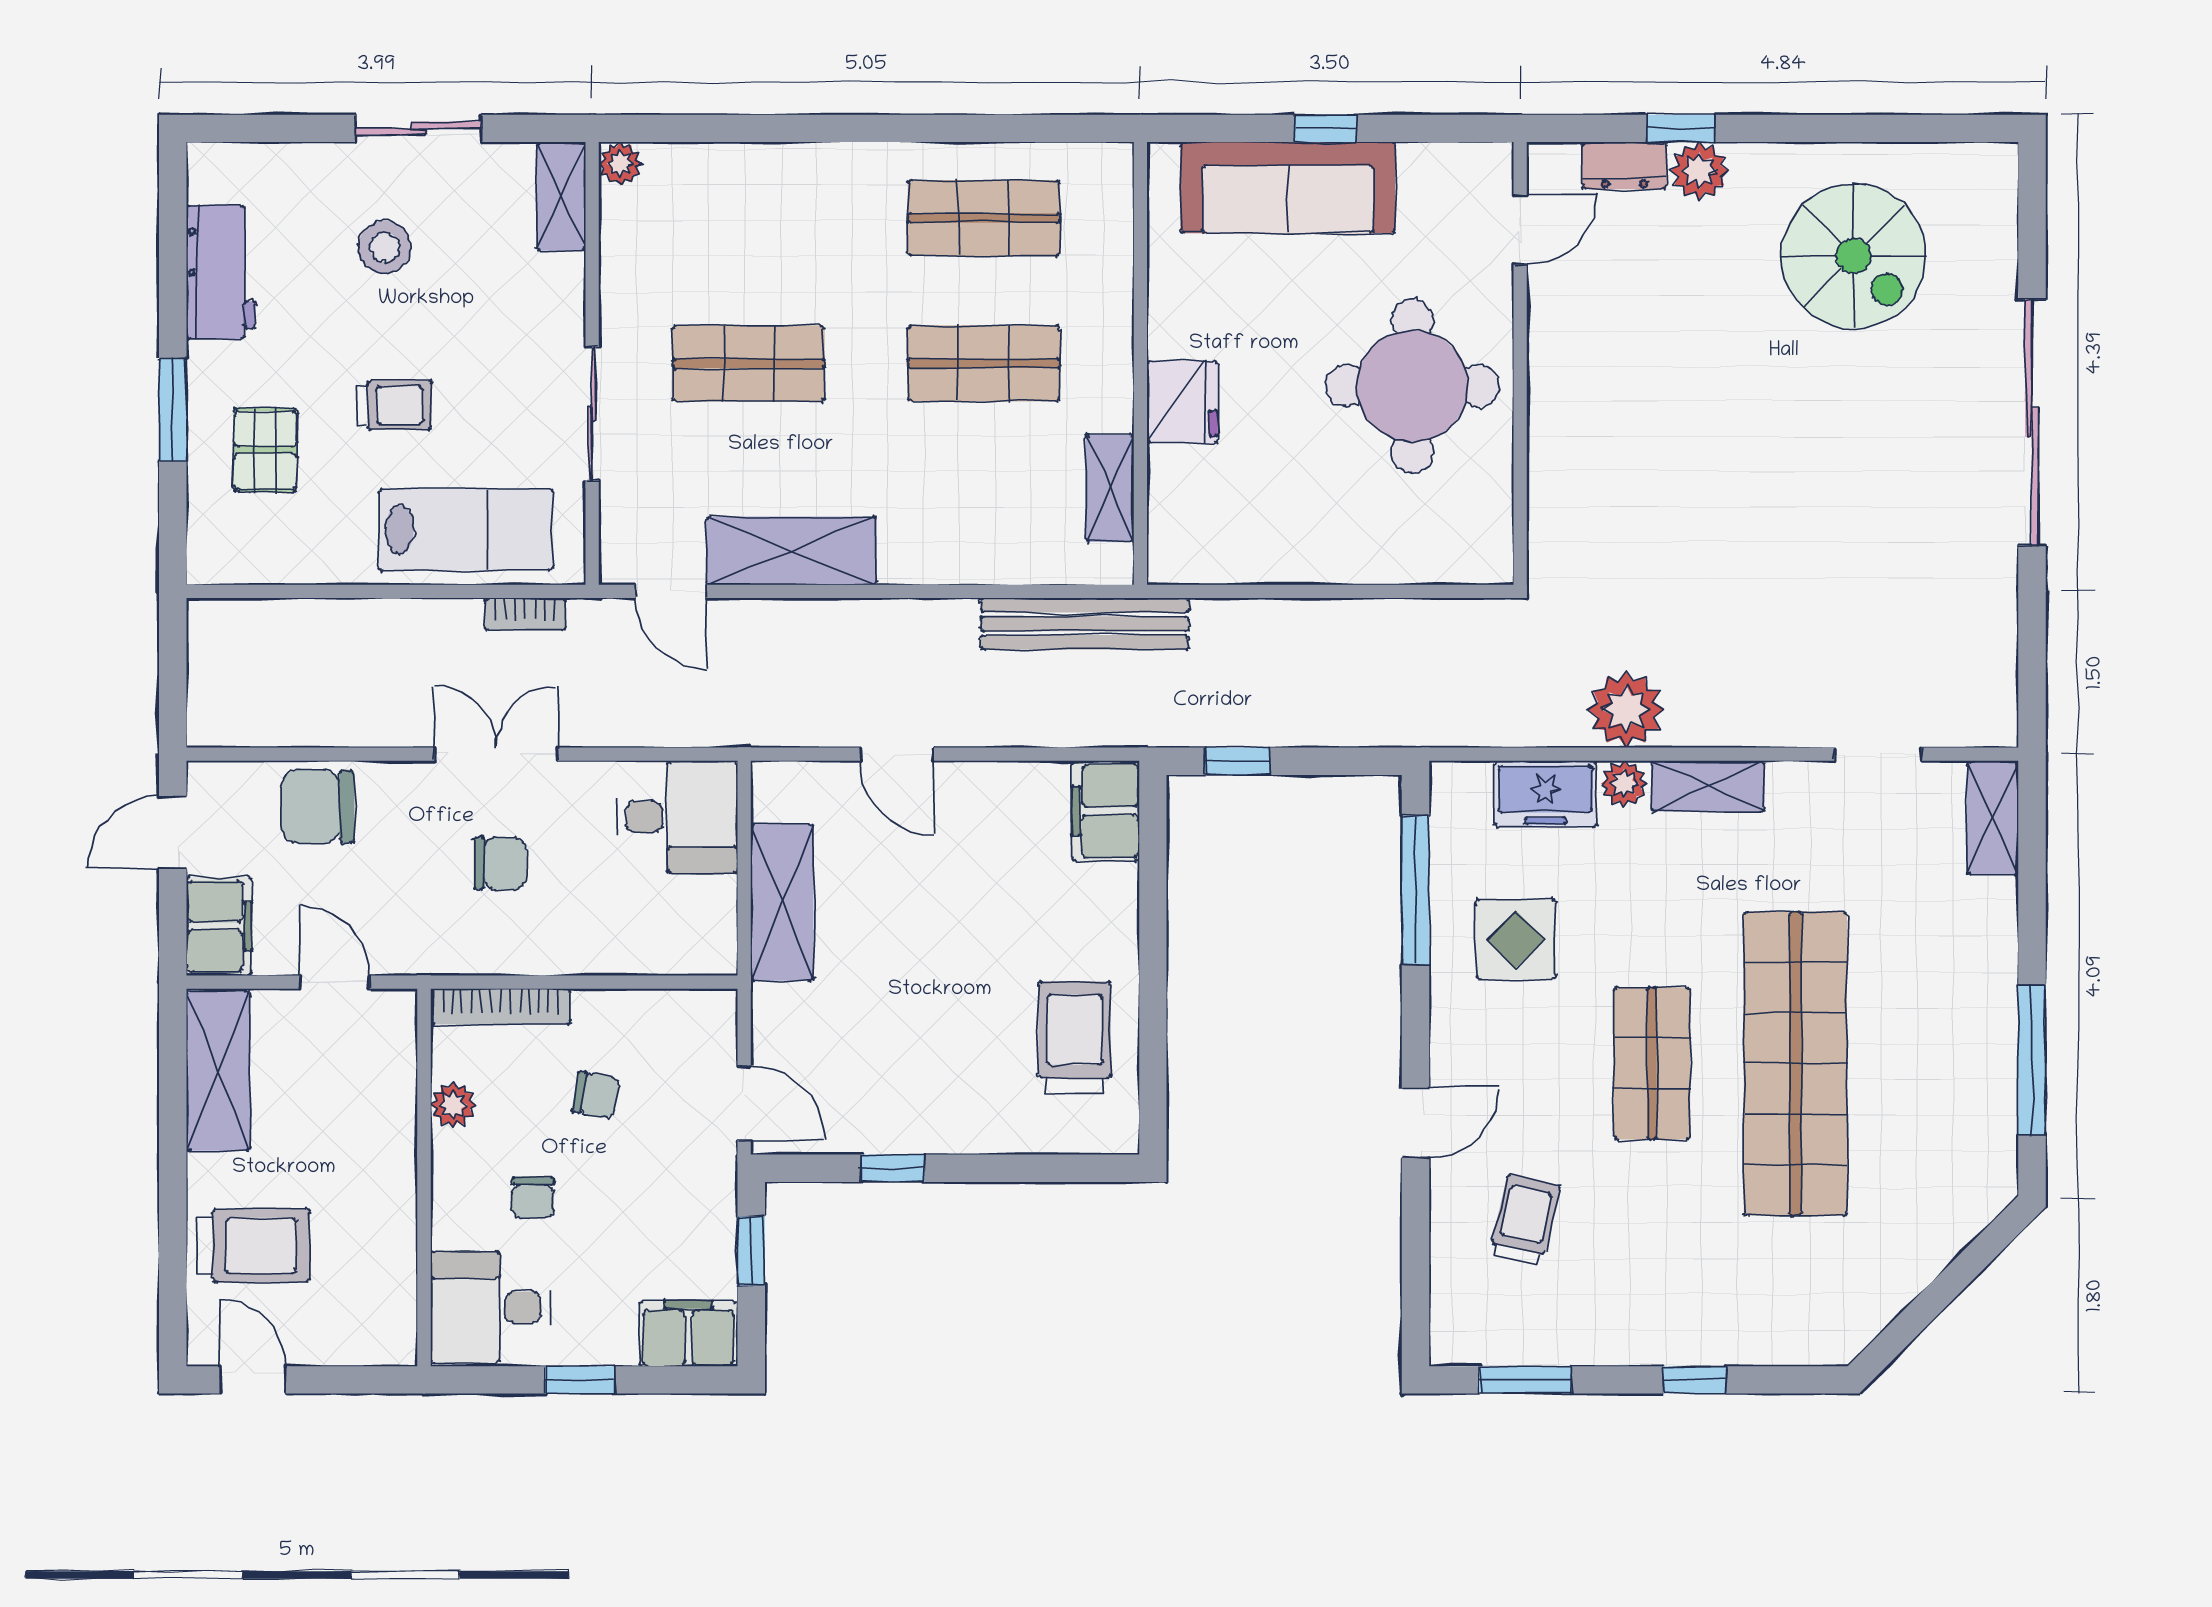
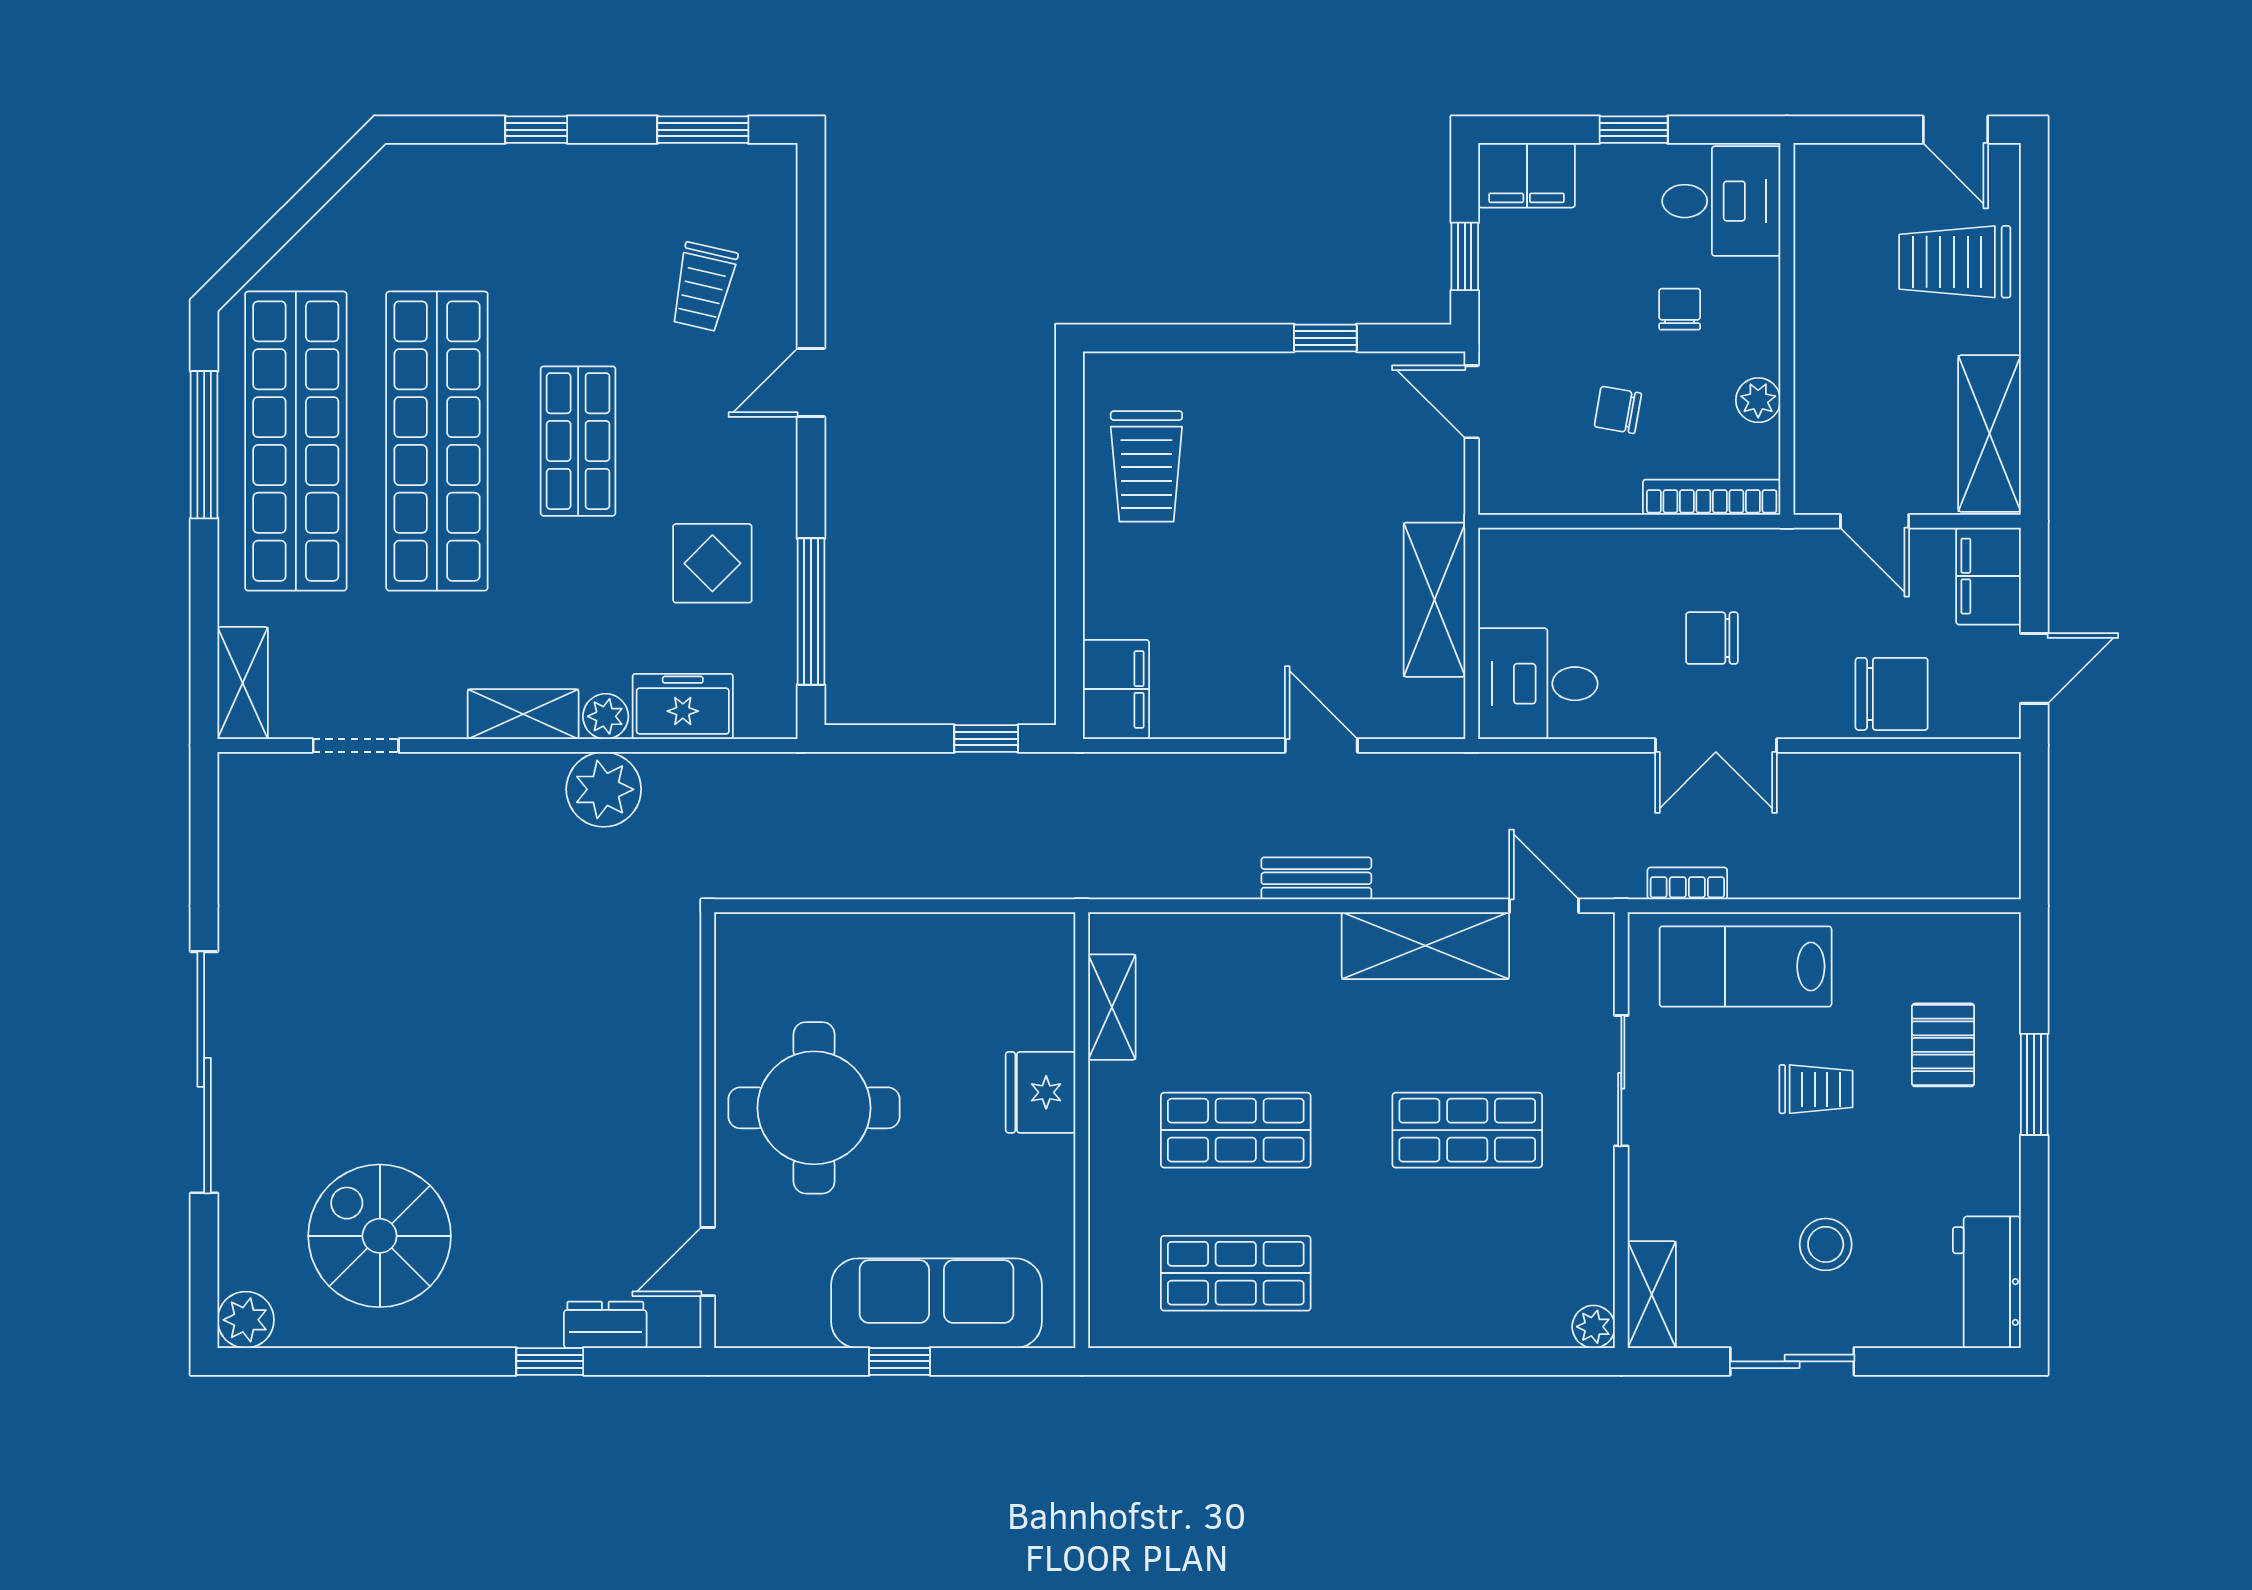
plant: (1699, 171) -> (246, 1320), moved
workbench: (221, 272) -> (1987, 1282), moved
trolley: (394, 405) -> (1816, 1089), turned 180
bench: (1085, 624) -> (1316, 878), moved, width x0.54, depth x0.82
shop shelf: (1939, 1063) -> (296, 441), added

